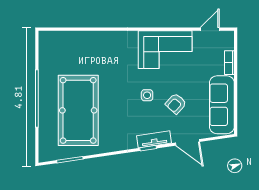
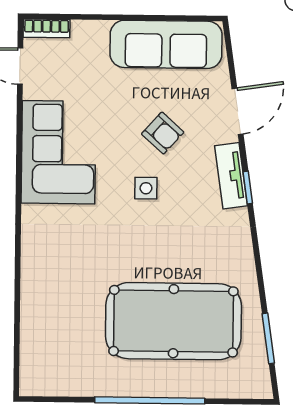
bookcase: (229, 63) -> (47, 28), moved

